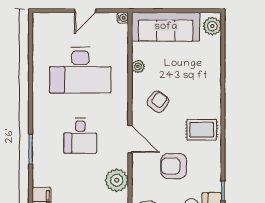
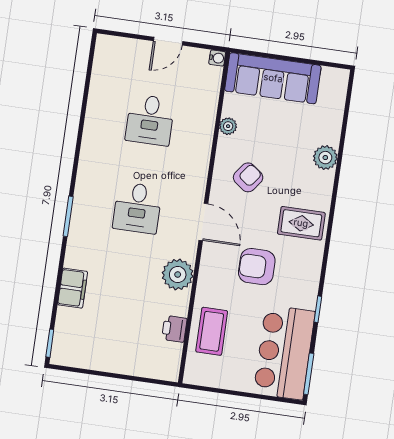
plant: (212, 26) -> (325, 158), moved
desk: (80, 70) -> (150, 120), width x0.53, depth x0.77

